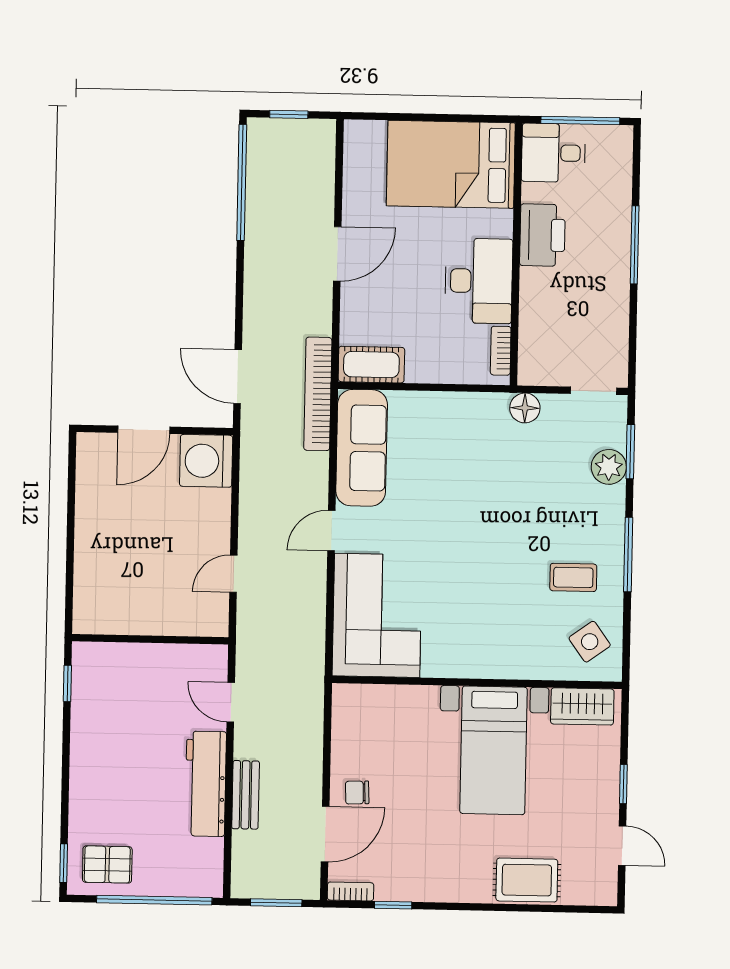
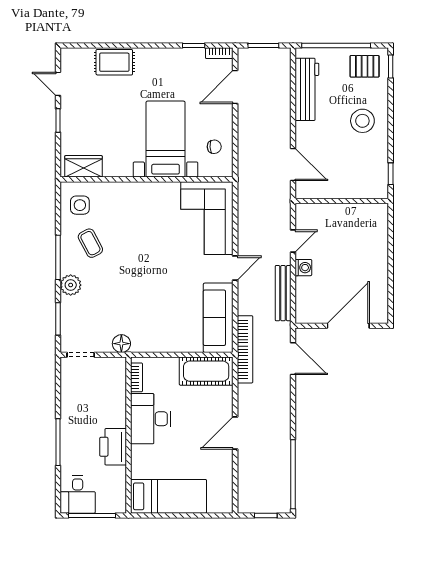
desk: (553, 153) -> (78, 495), moved, turned 90
bed: (451, 164) -> (169, 496), width x0.67
cot: (371, 365) -> (206, 371), width x1.37, depth x1.34
door: (144, 430) -> (348, 326), width x1.36
washing machine: (206, 461) -> (303, 268), moved, width x0.53, depth x0.53
plant: (609, 467) -> (71, 285), moved
coffee table: (573, 577) -> (90, 243), turned 62
side table: (590, 642) -> (80, 205), turned 36
door: (231, 702) -> (293, 164), width x1.37
bed with nightstands: (494, 750) -> (166, 139), moved
stool: (113, 773) -> (362, 121), added
workbench: (206, 784) -> (307, 89), moved
chair: (357, 792) -> (214, 147), moved
bench: (246, 795) -> (283, 293), moved, width x1.36

